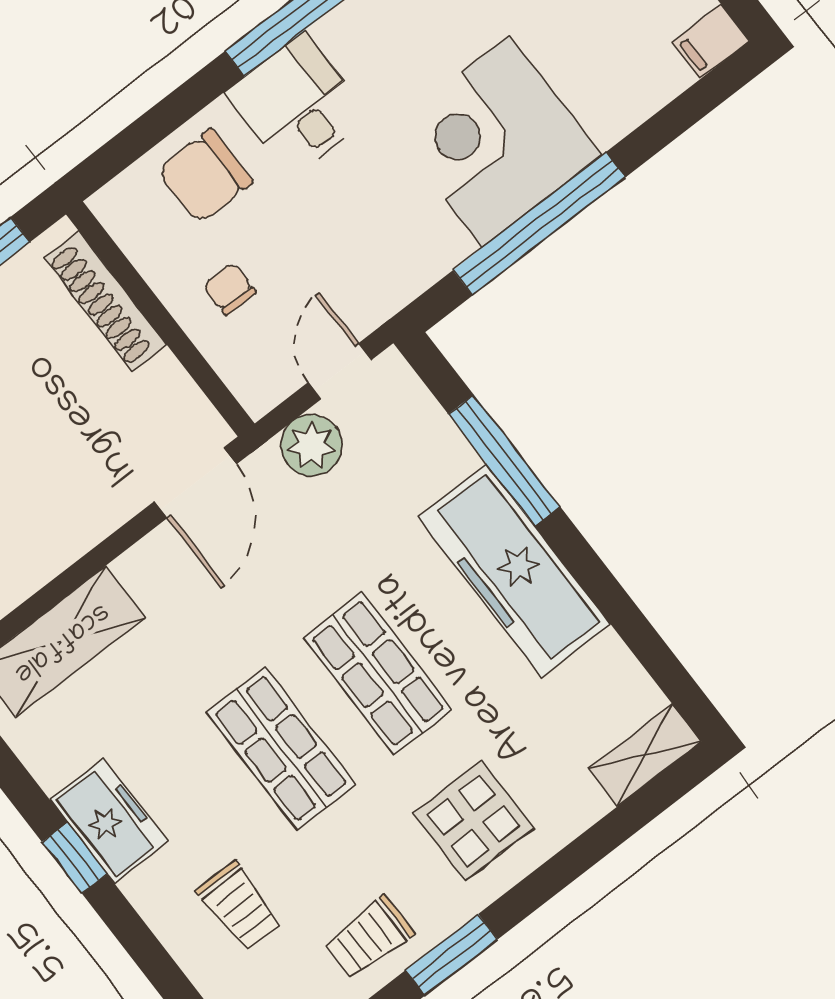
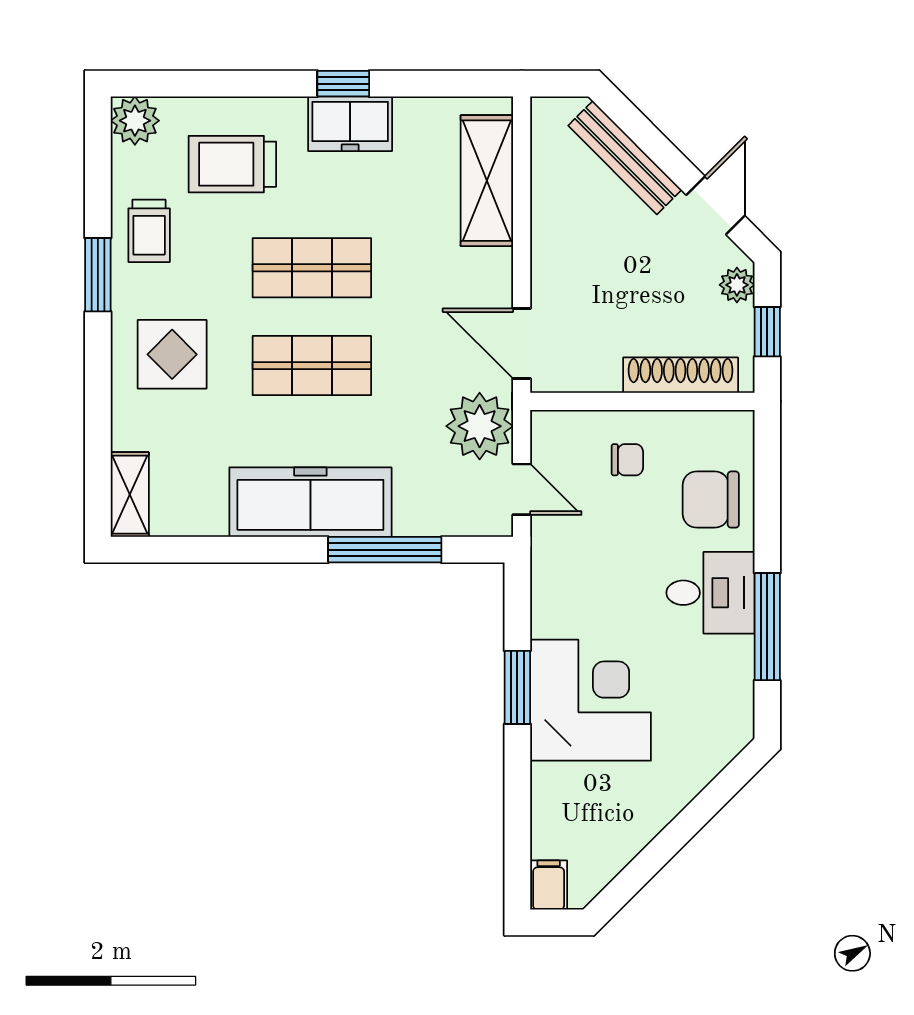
chair: (205, 176) -> (711, 500), turned -90
window: (539, 224) -> (517, 687), width x0.47
plant: (311, 445) -> (480, 426), width x1.36, depth x1.36
trolley: (239, 906) -> (232, 164), width x1.36, depth x1.39
trolley: (369, 938) -> (149, 231), turned 180

